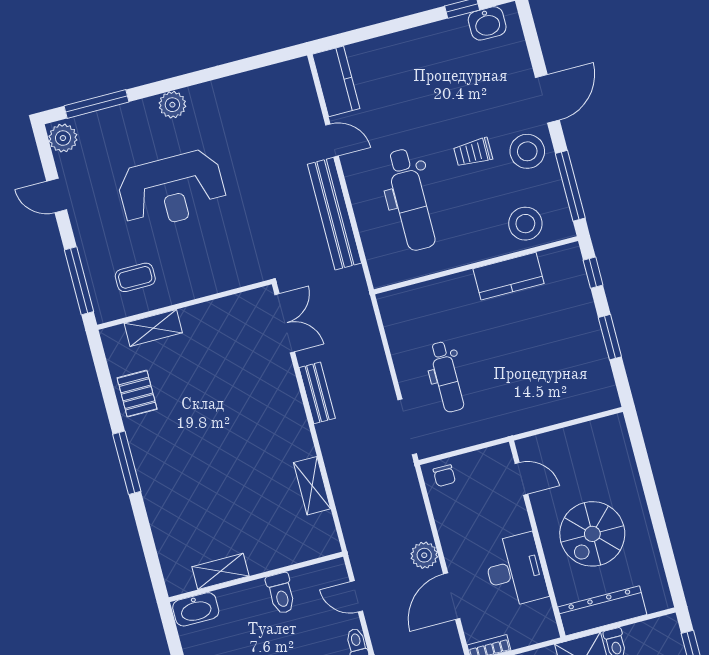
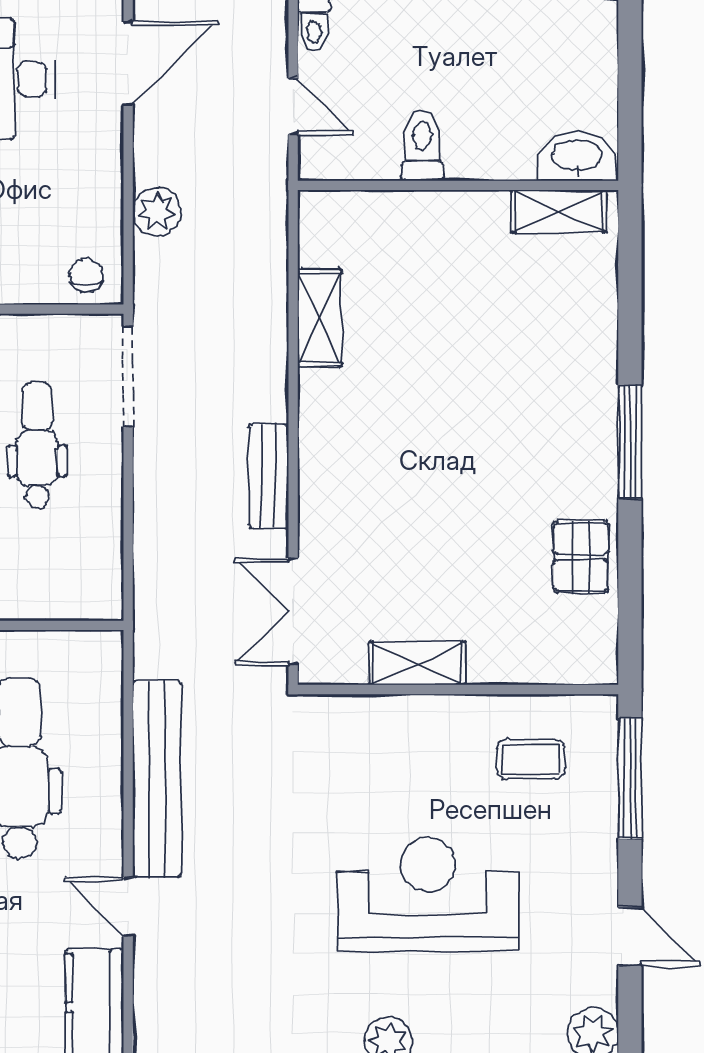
shelving: (153, 328) -> (417, 663), moved
plant: (424, 555) -> (157, 212), moved
shelving: (220, 571) -> (559, 211), moved

